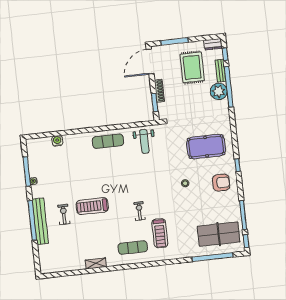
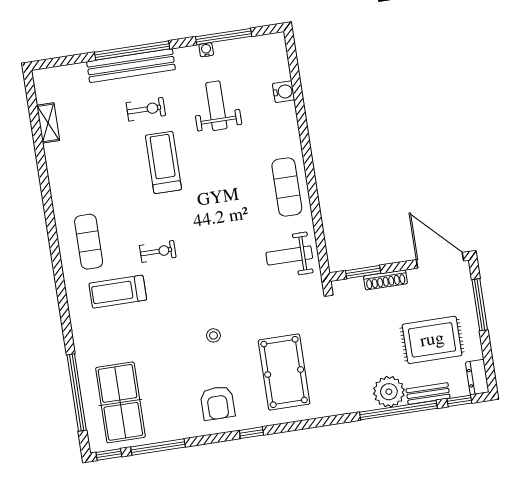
weight bench: (63, 177) -> (216, 106), added
shelving: (96, 263) -> (48, 123), moved

